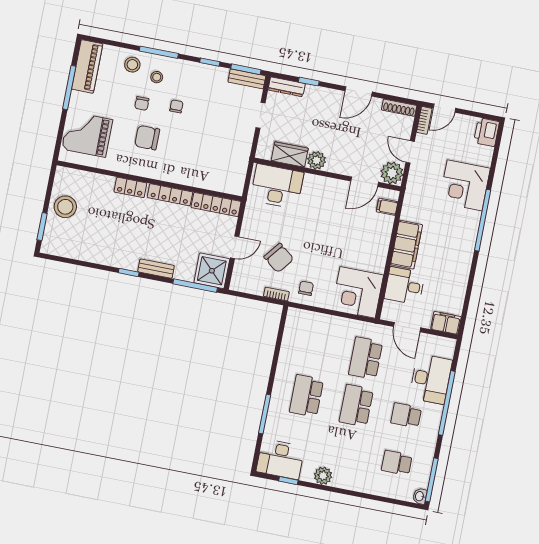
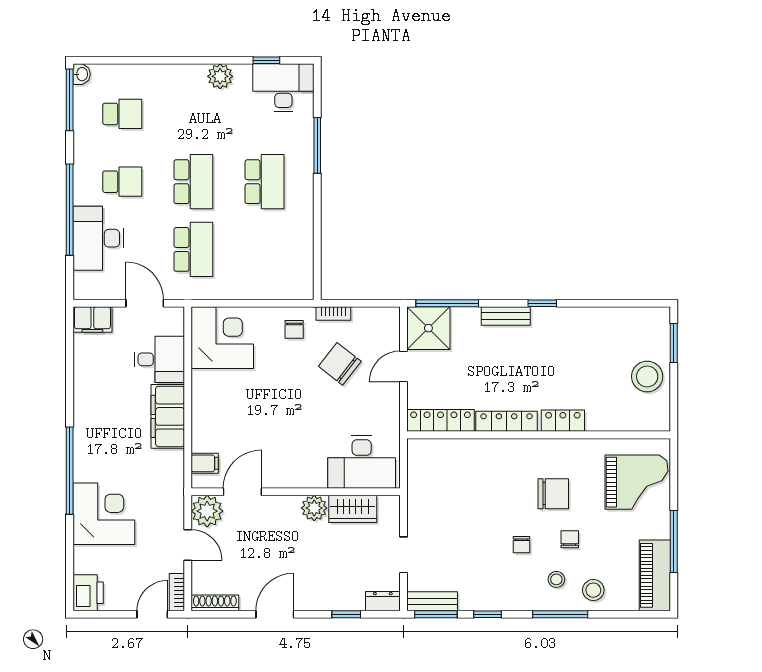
dresser: (287, 87) -> (383, 601), width x0.70

